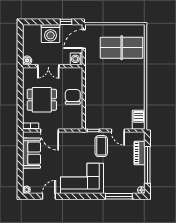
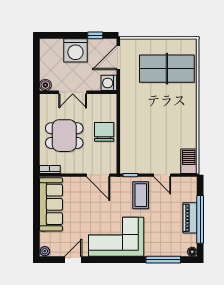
door: (49, 131) -> (98, 175), moved
sofa: (31, 153) -> (51, 204), width x1.36
piano: (140, 153) -> (190, 218), moved

